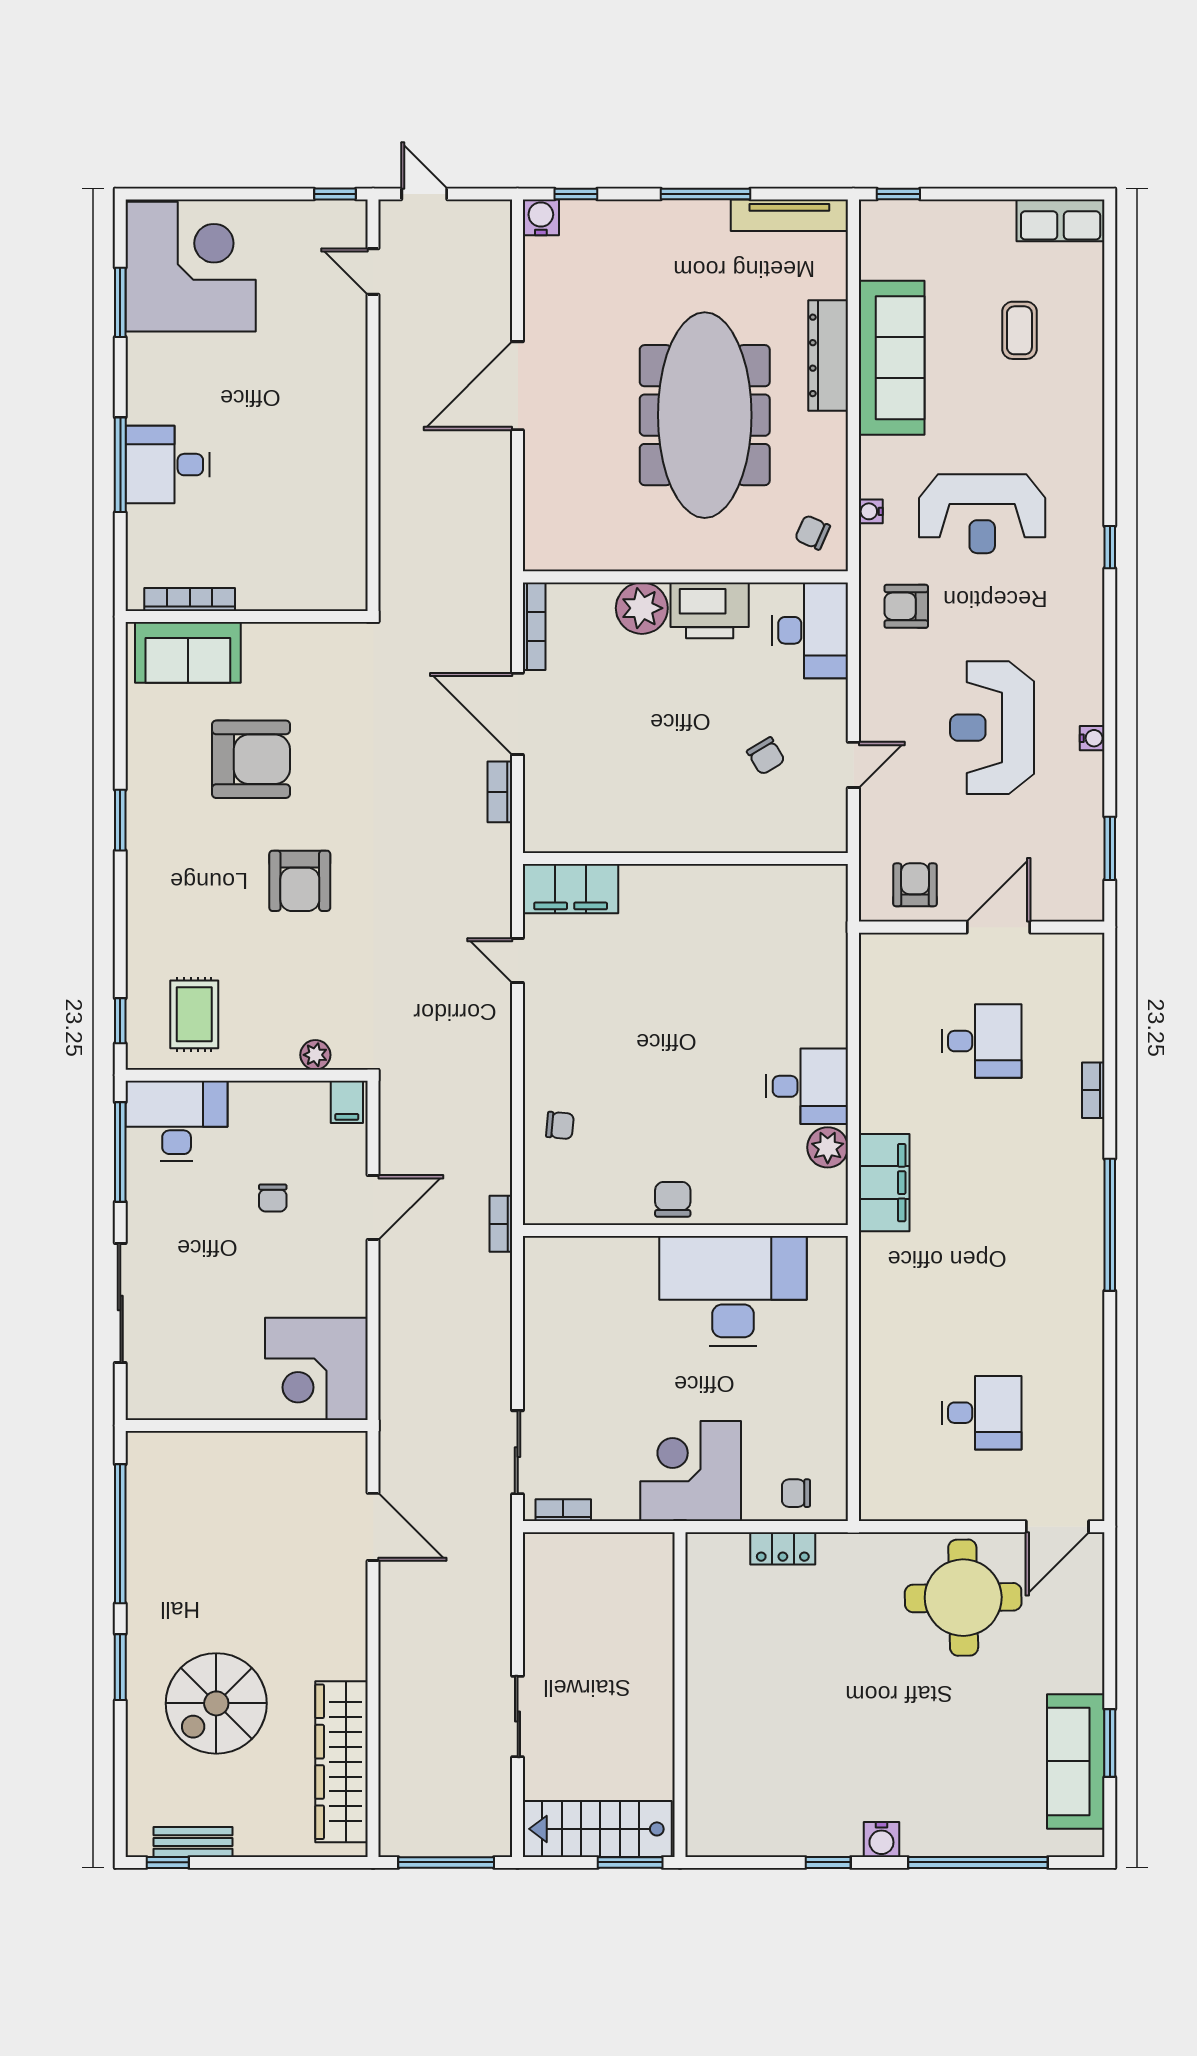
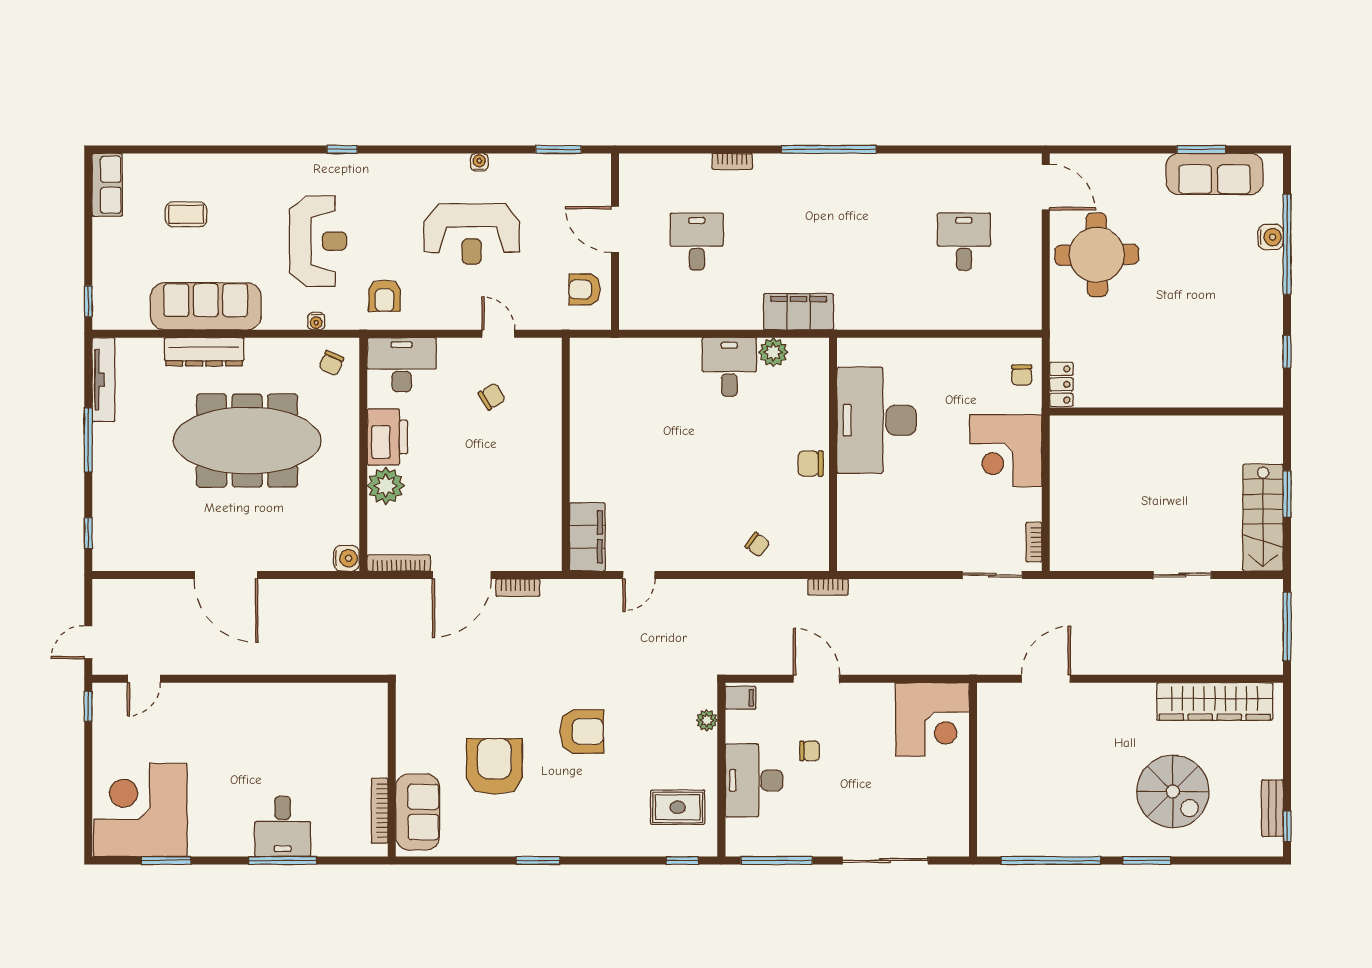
water cooler: (541, 217) -> (347, 558), moved, turned 180
desk: (177, 1121) -> (754, 780), moved
chair: (560, 1125) -> (757, 545), turned 122
wall: (680, 1695) -> (1166, 412), moved
water cooler: (881, 1840) -> (1271, 237), moved

